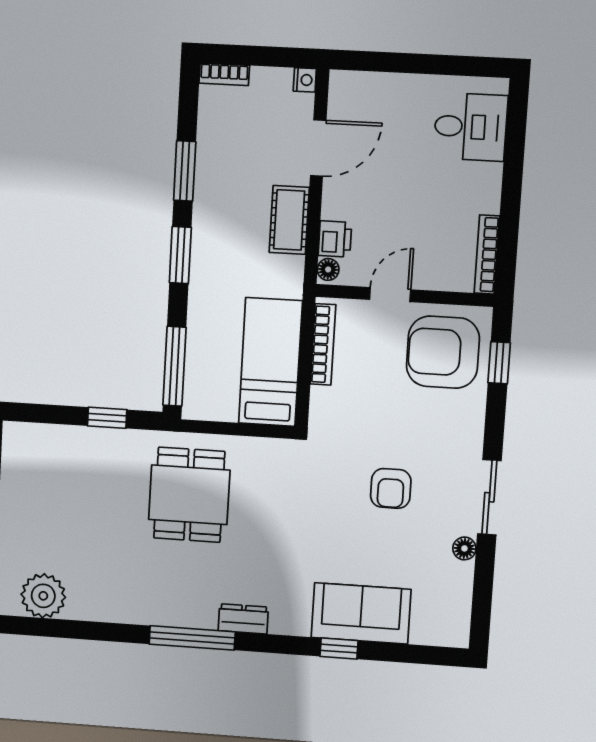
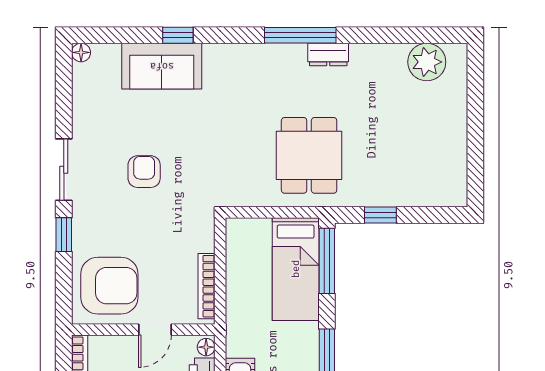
bed: (270, 362) -> (296, 269), moved
window: (499, 363) -> (64, 235), moved
floor lamp: (464, 548) -> (81, 52), moved
dresser: (243, 619) -> (328, 54), moved

